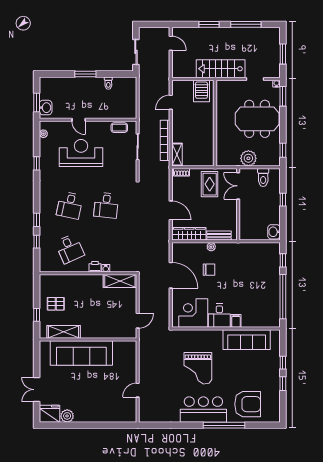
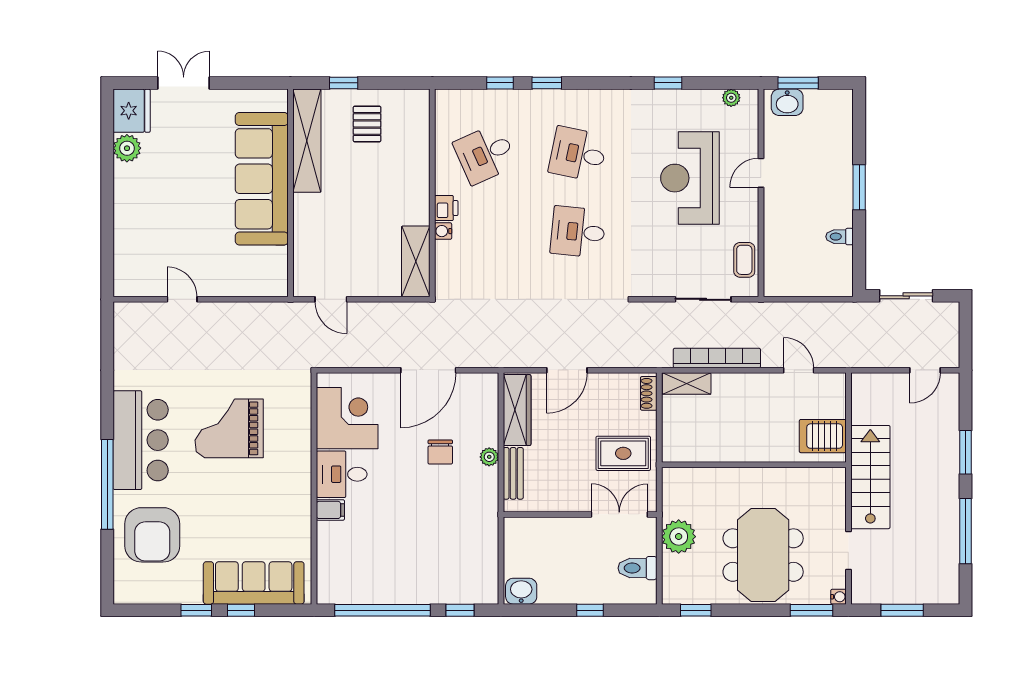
reception desk: (81, 153) -> (690, 178), turned 180
shelving: (64, 332) -> (307, 141), width x1.47
sofa: (247, 340) -> (254, 583), moved, turned 90

